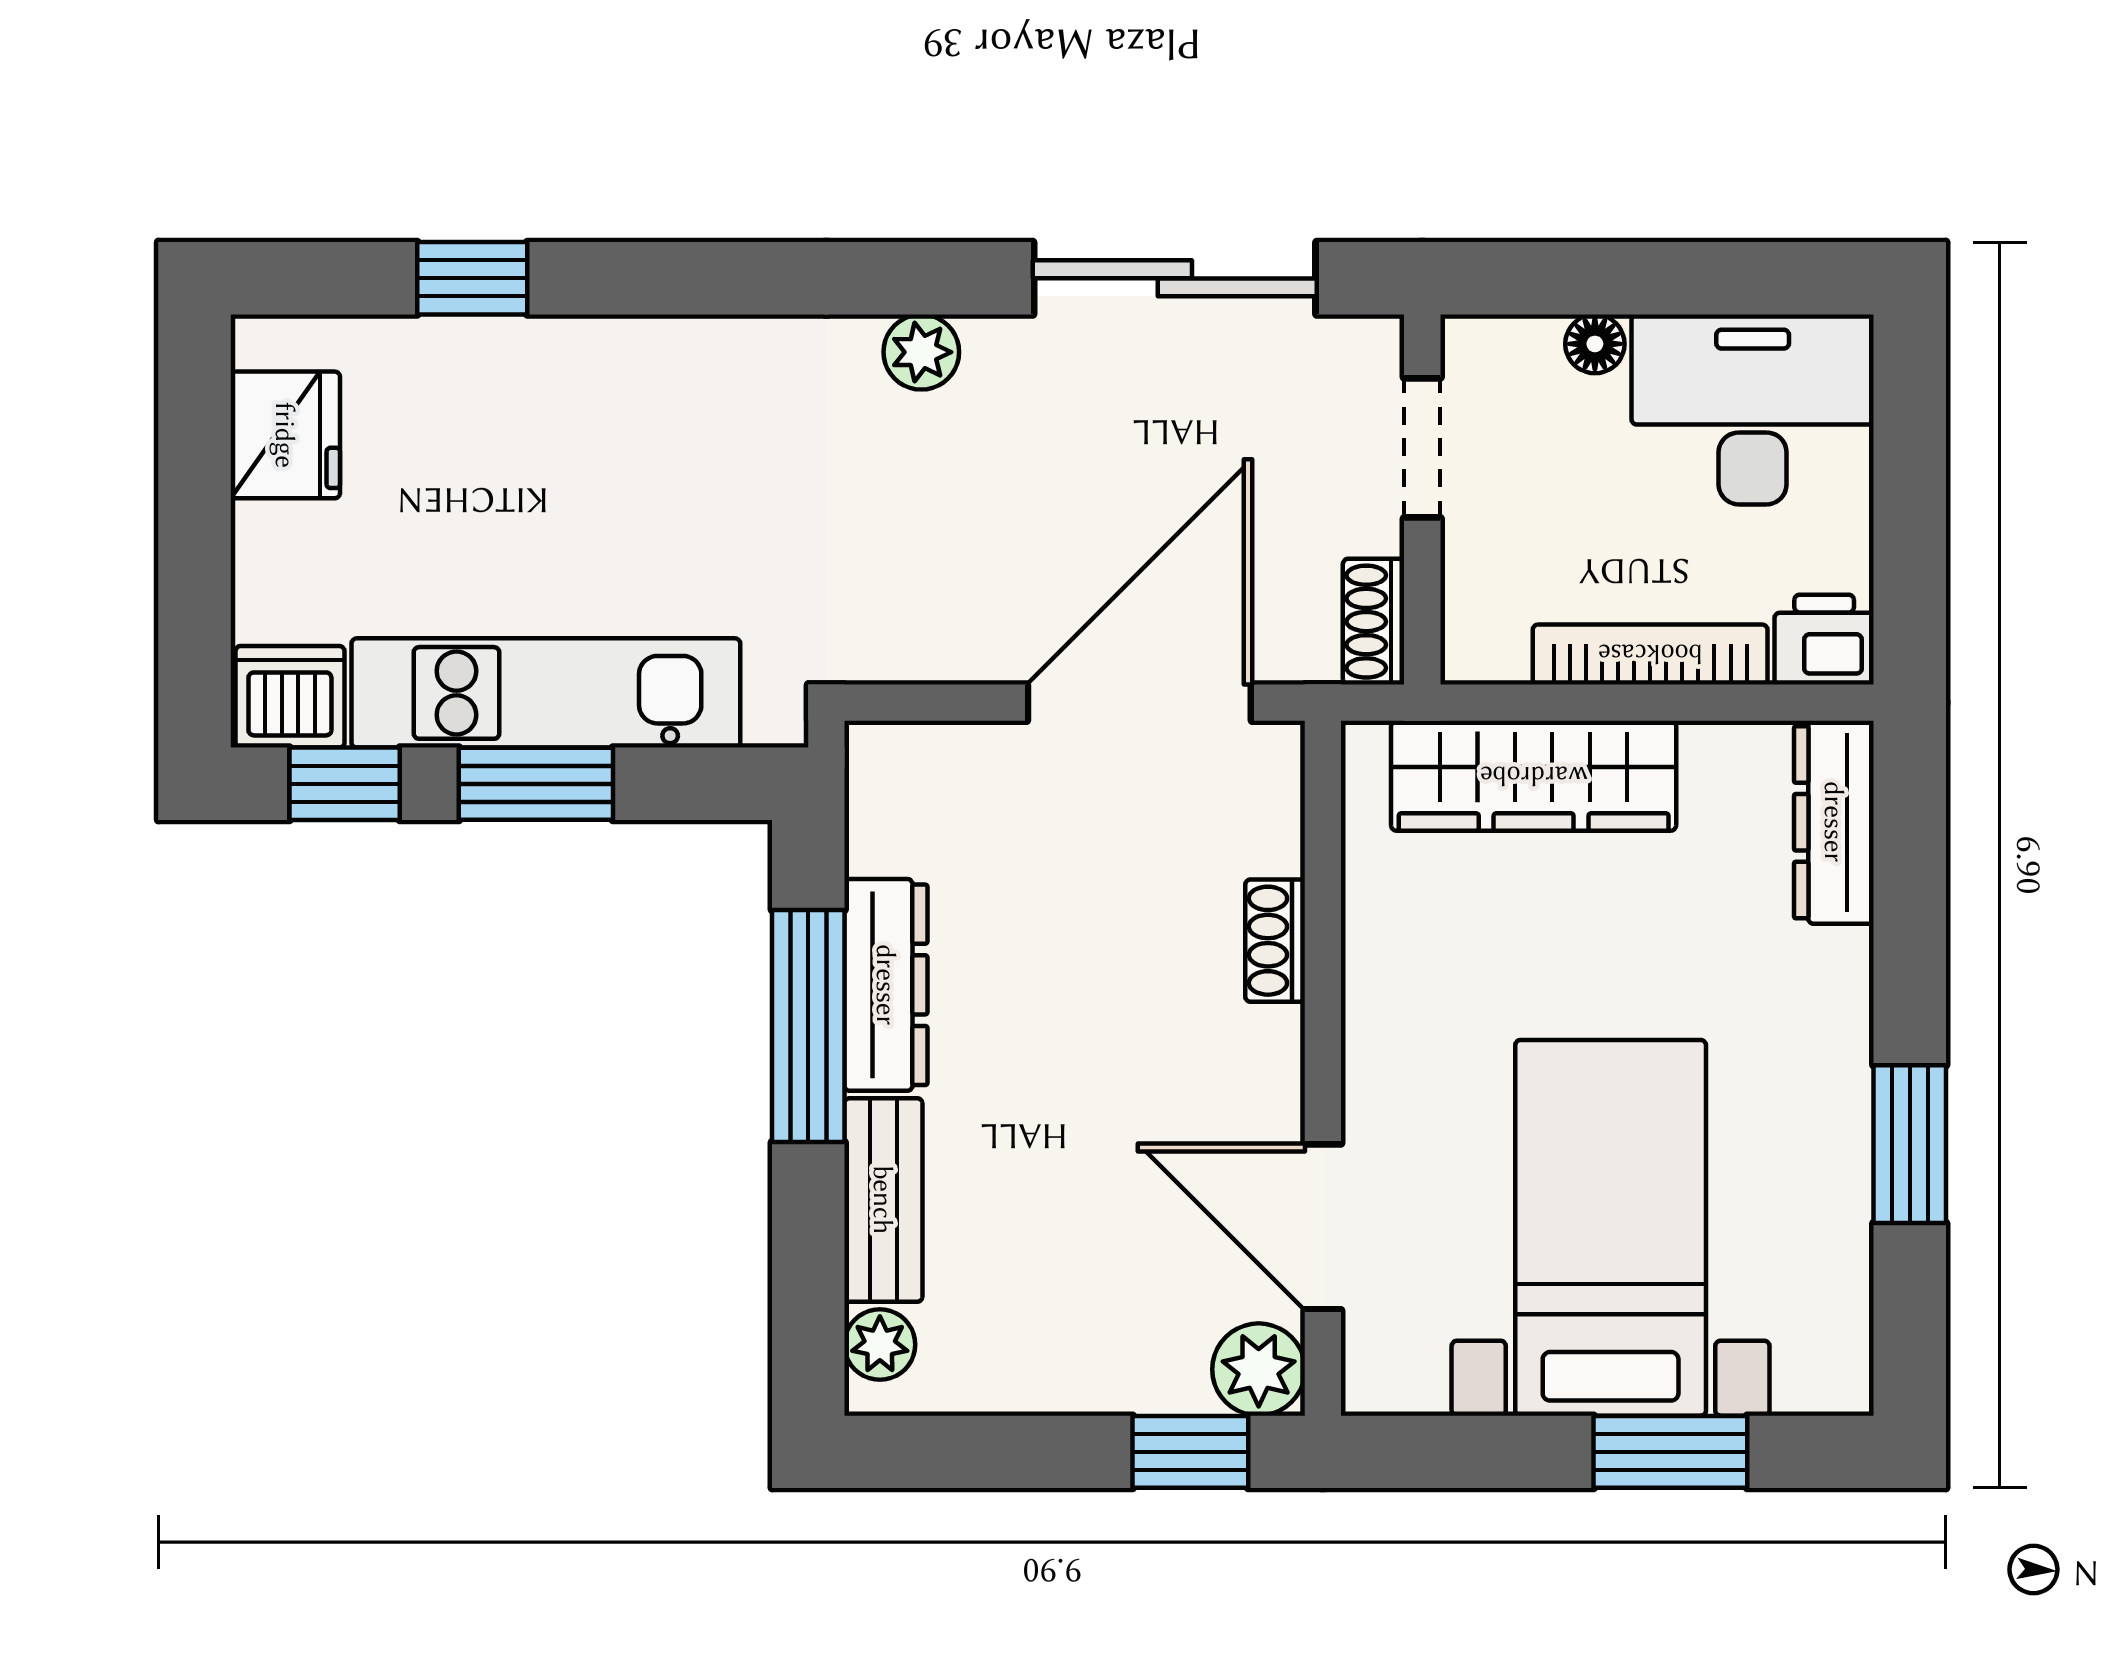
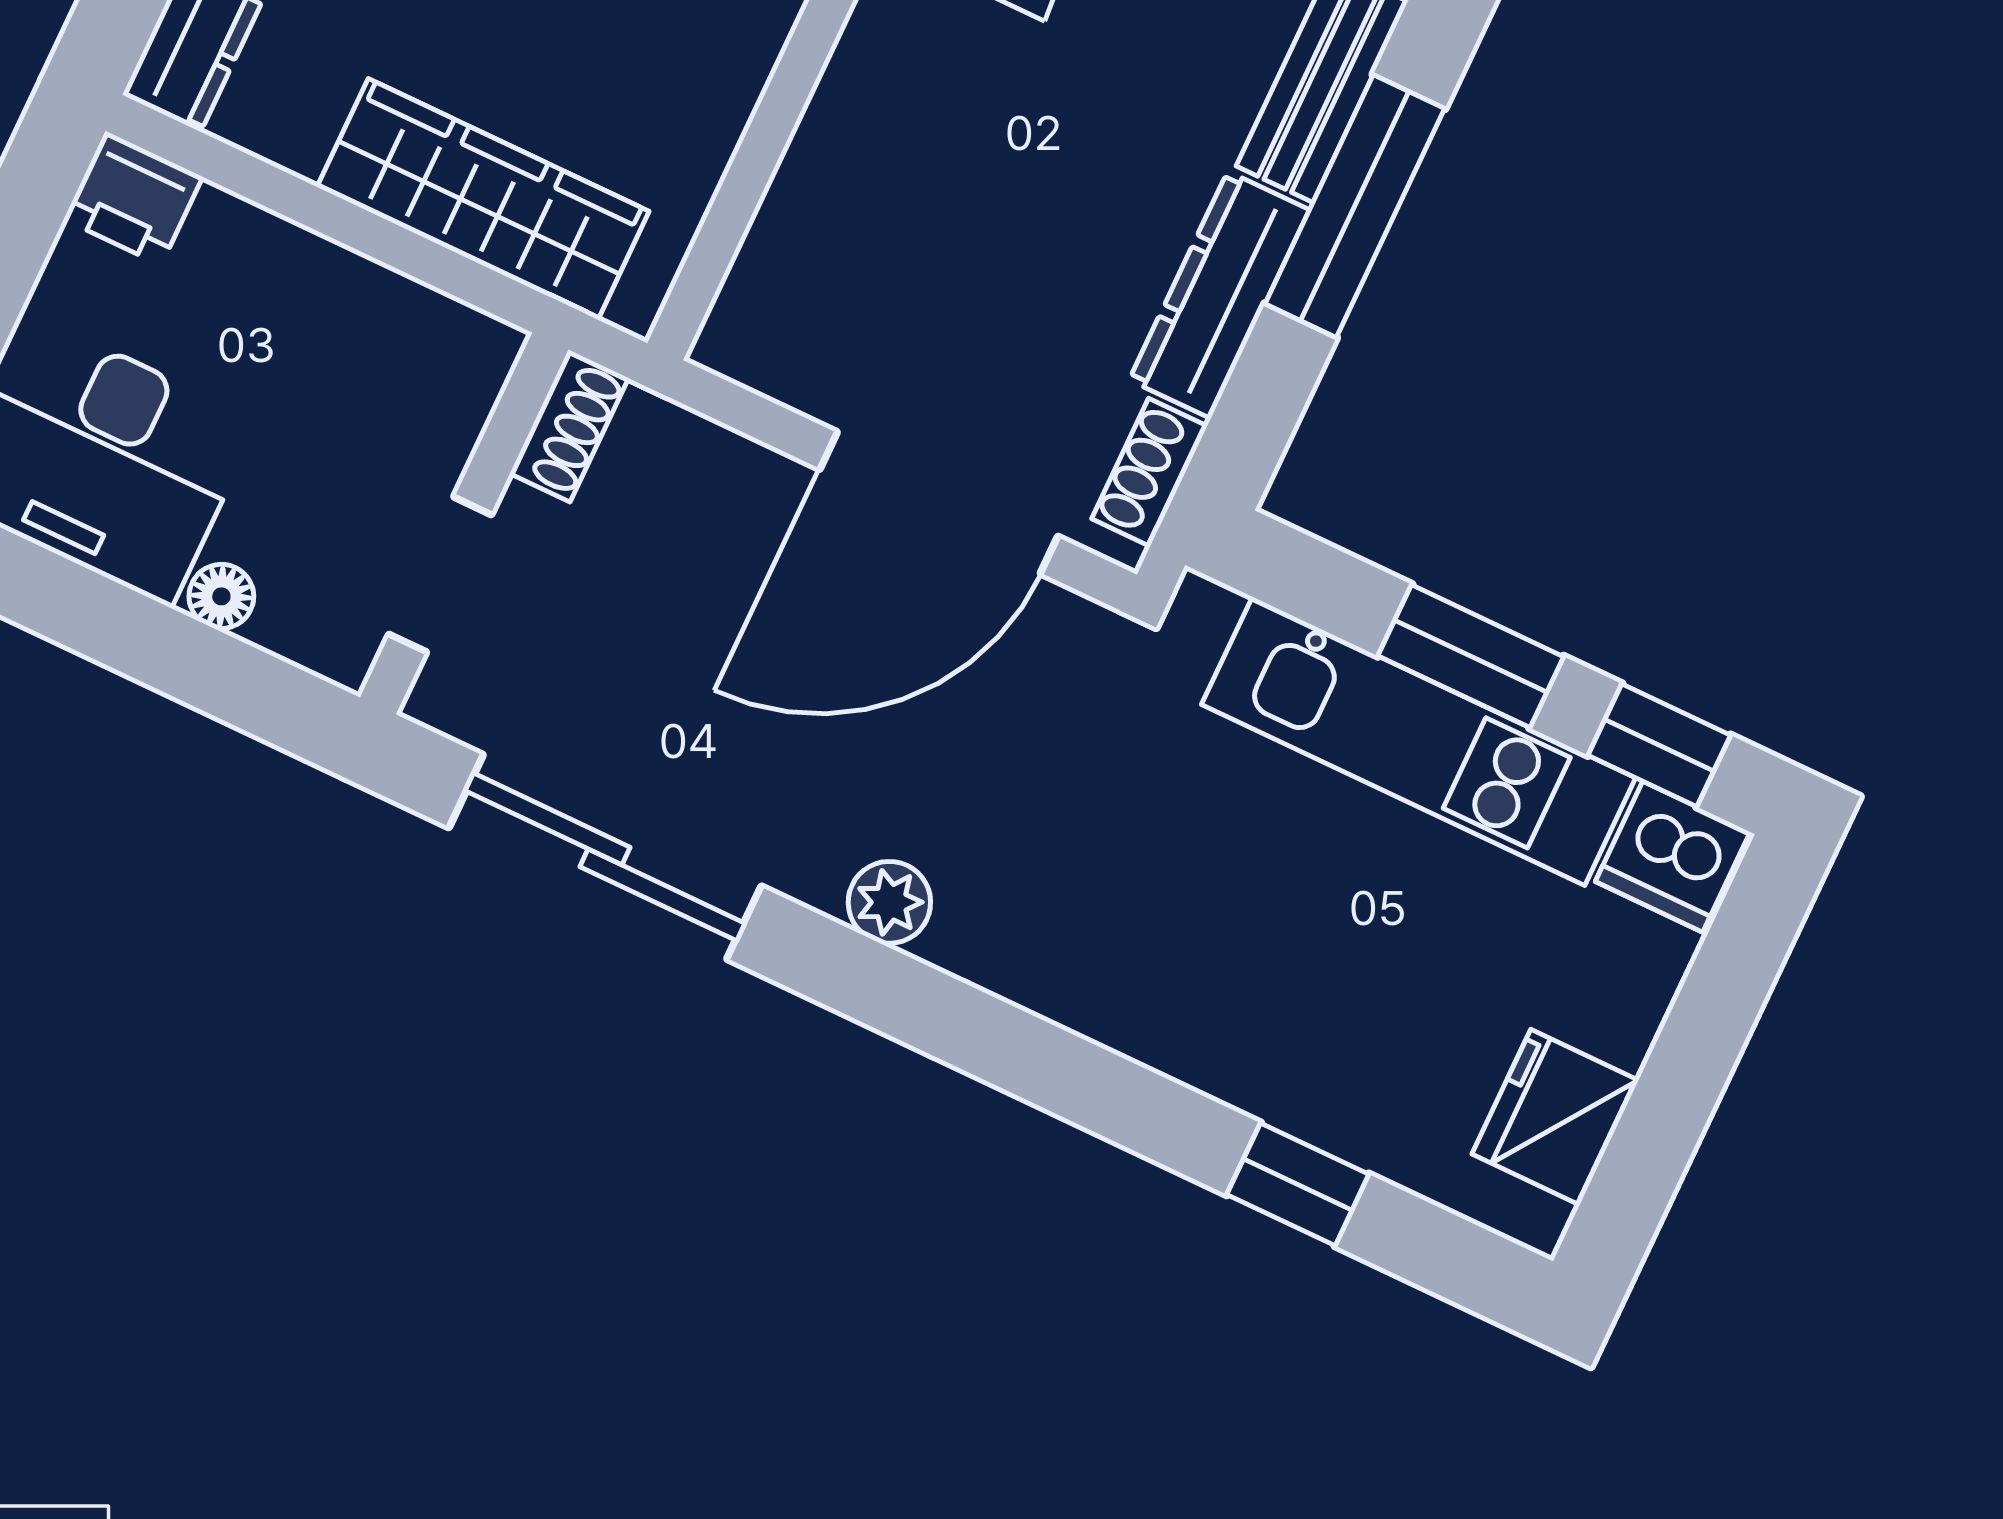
bookcase: (1650, 654) -> (312, 264), removed
door: (1139, 703) -> (939, 503), moved
shoe rack: (1275, 941) -> (1149, 472), moved, turned 180
window: (808, 1026) -> (1355, 206), moved

